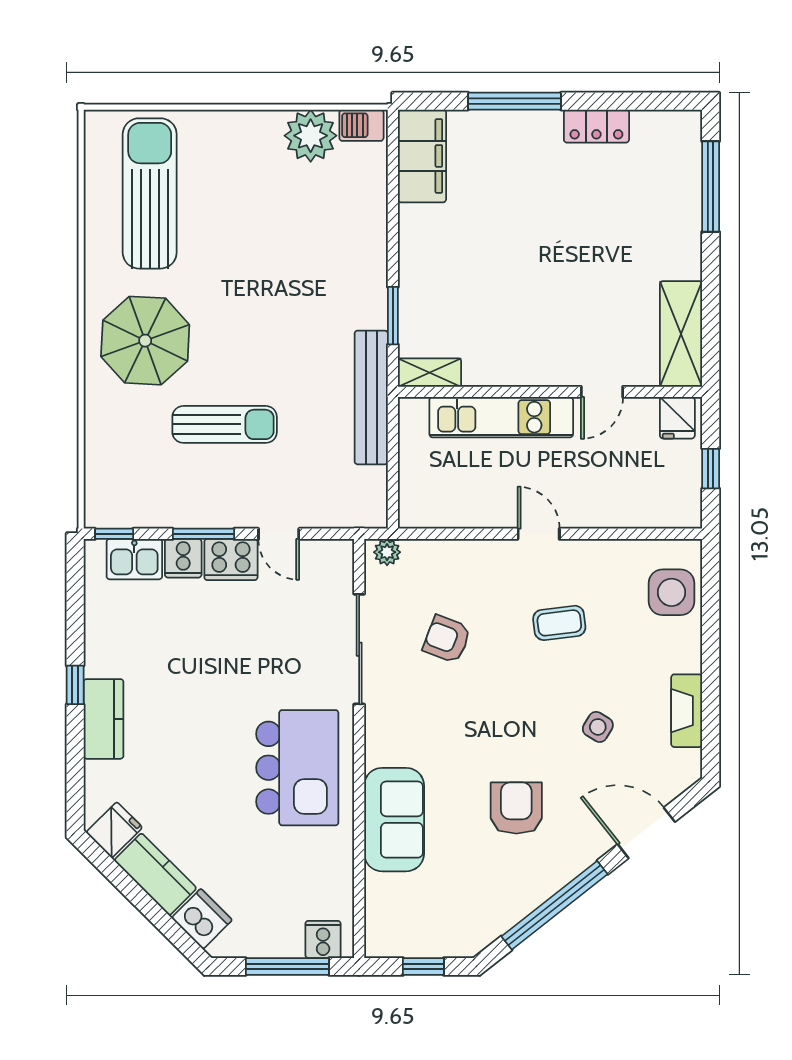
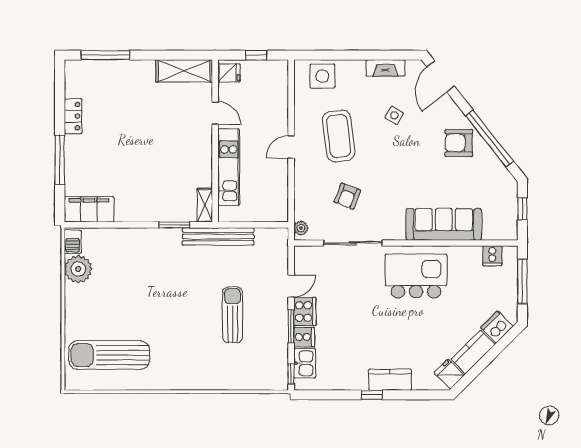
parasol: (145, 341) -> (188, 357), removed
coffee table: (559, 623) -> (339, 136), width x1.86, depth x1.72
armchair: (516, 808) -> (459, 143), moved
sofa: (394, 820) -> (444, 224), width x1.36
door: (646, 833) -> (441, 77), moved
cooker: (323, 939) -> (492, 256), moved, turned -90

